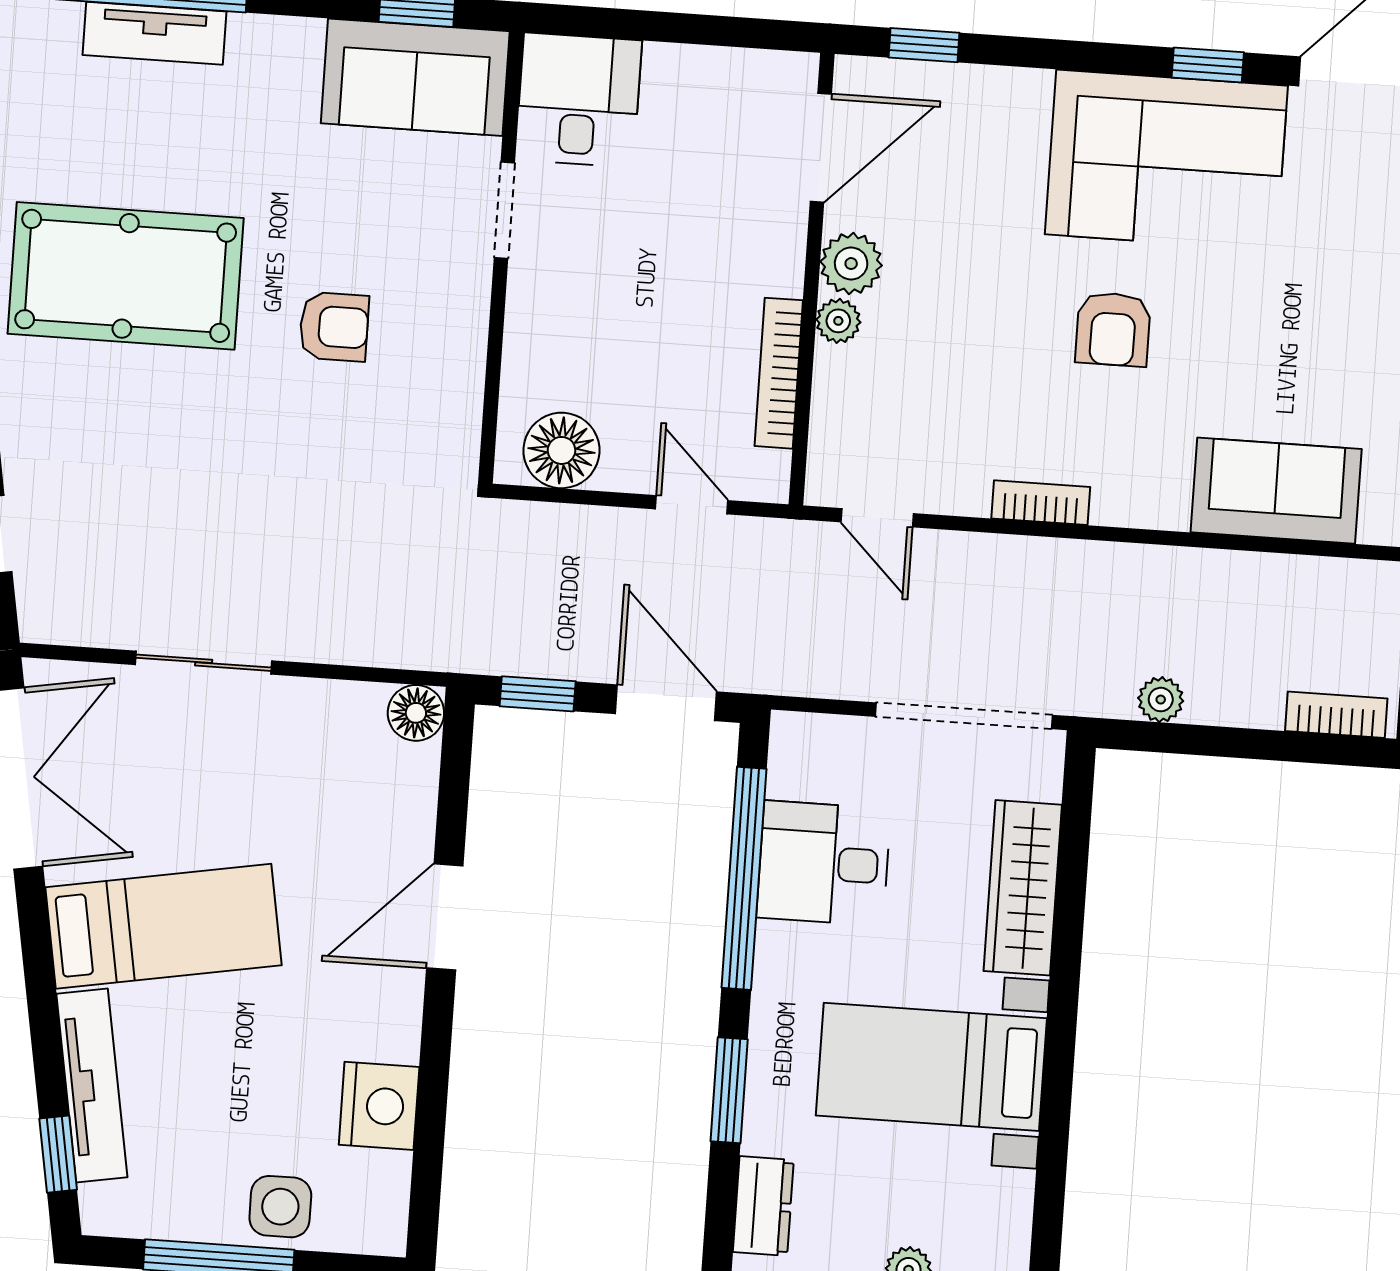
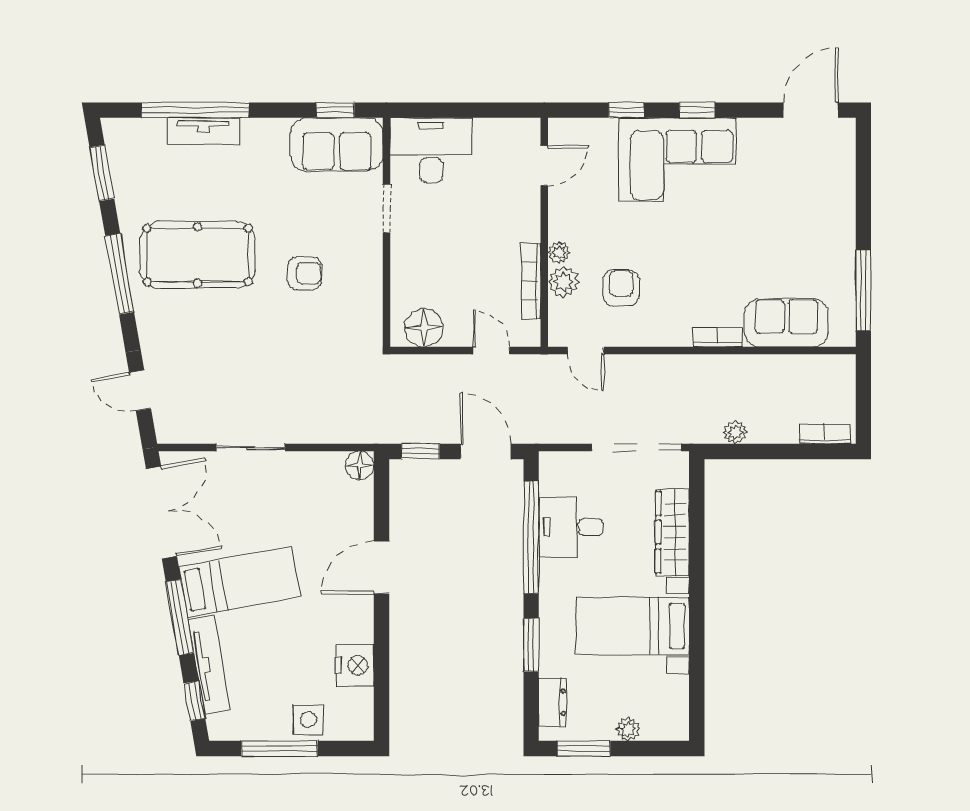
window: (924, 45) -> (626, 110), moved
window: (1208, 65) -> (697, 110), moved
desk: (579, 100) -> (431, 150), width x1.37
door: (821, 148) -> (544, 166), width x0.73
corner sofa: (1166, 160) -> (677, 160), moved
plant: (851, 264) -> (564, 282), moved
armchair: (1113, 329) -> (621, 288), moved, turned 180
bookcase: (1041, 503) -> (718, 337), moved
window: (41, 988) -> (180, 617), added

